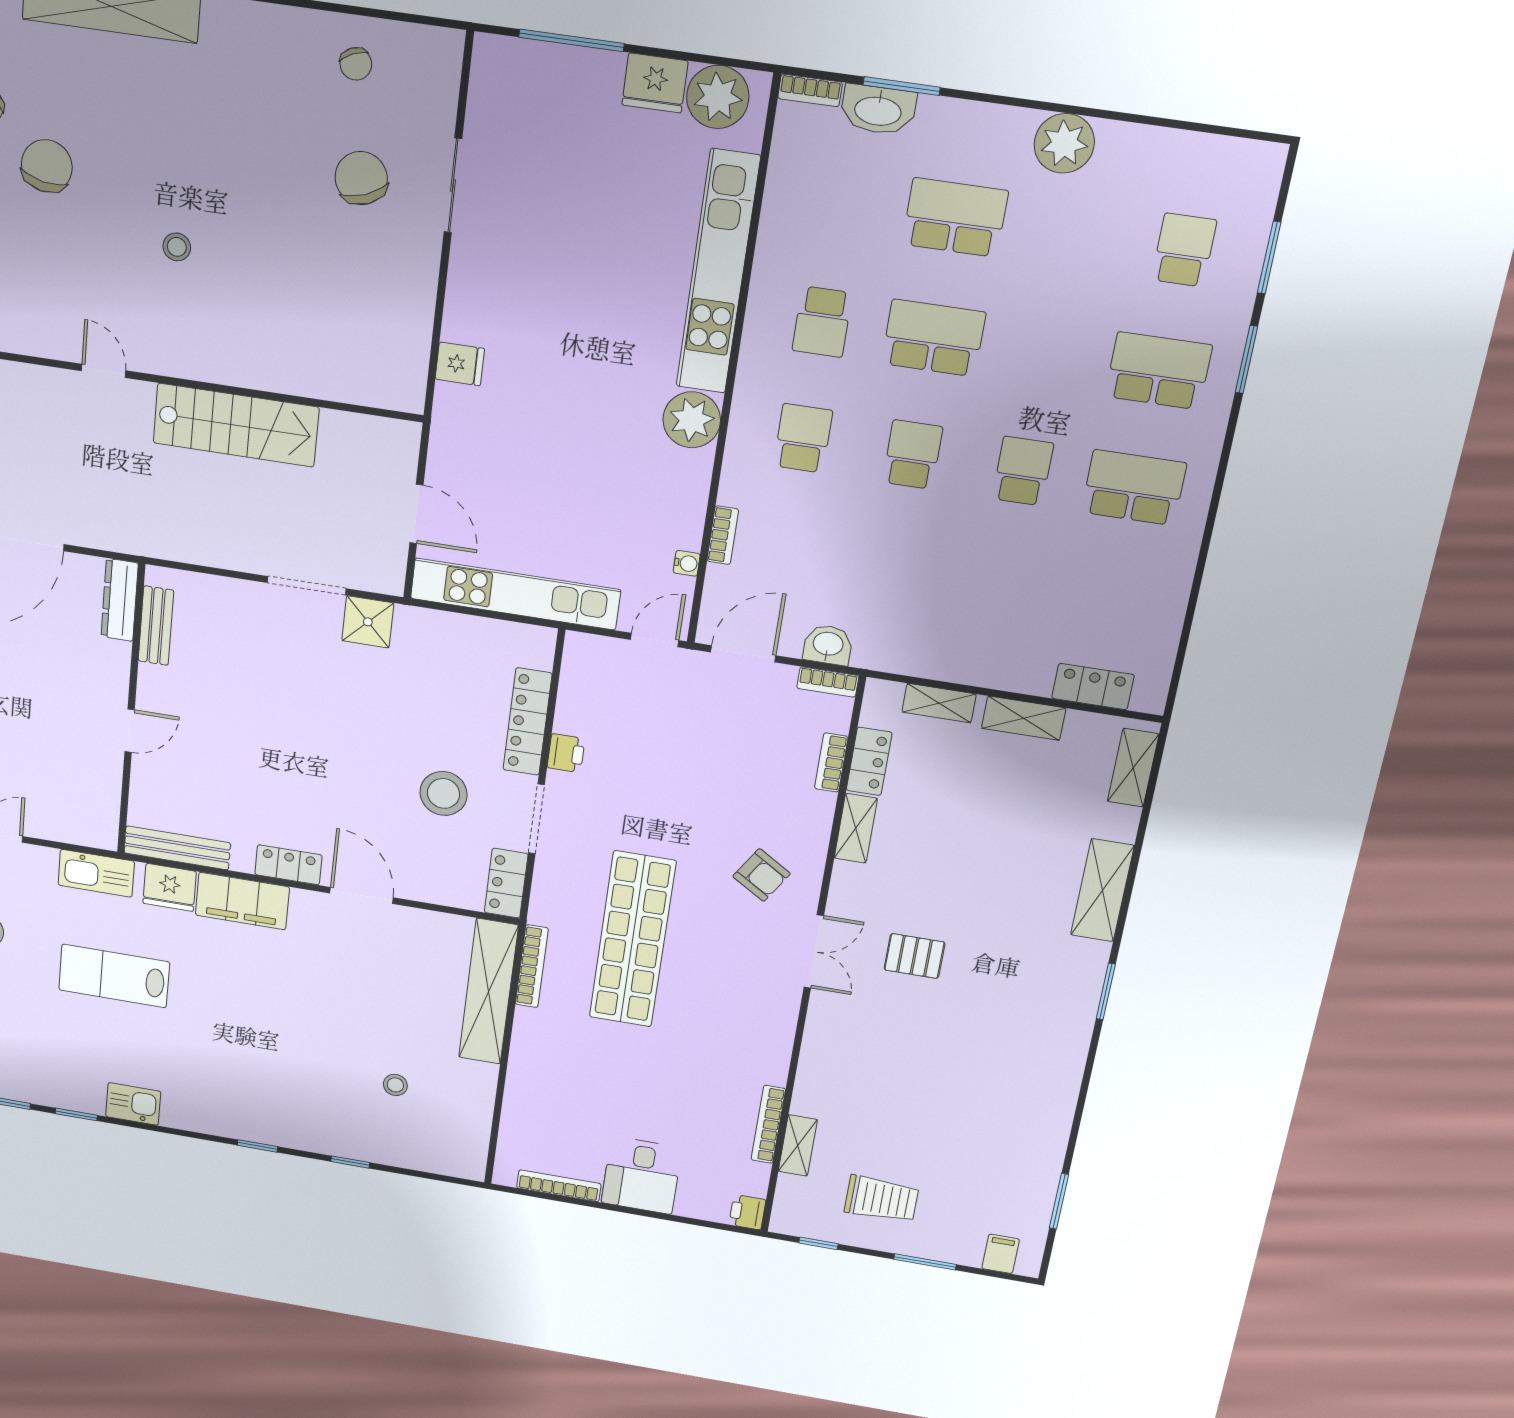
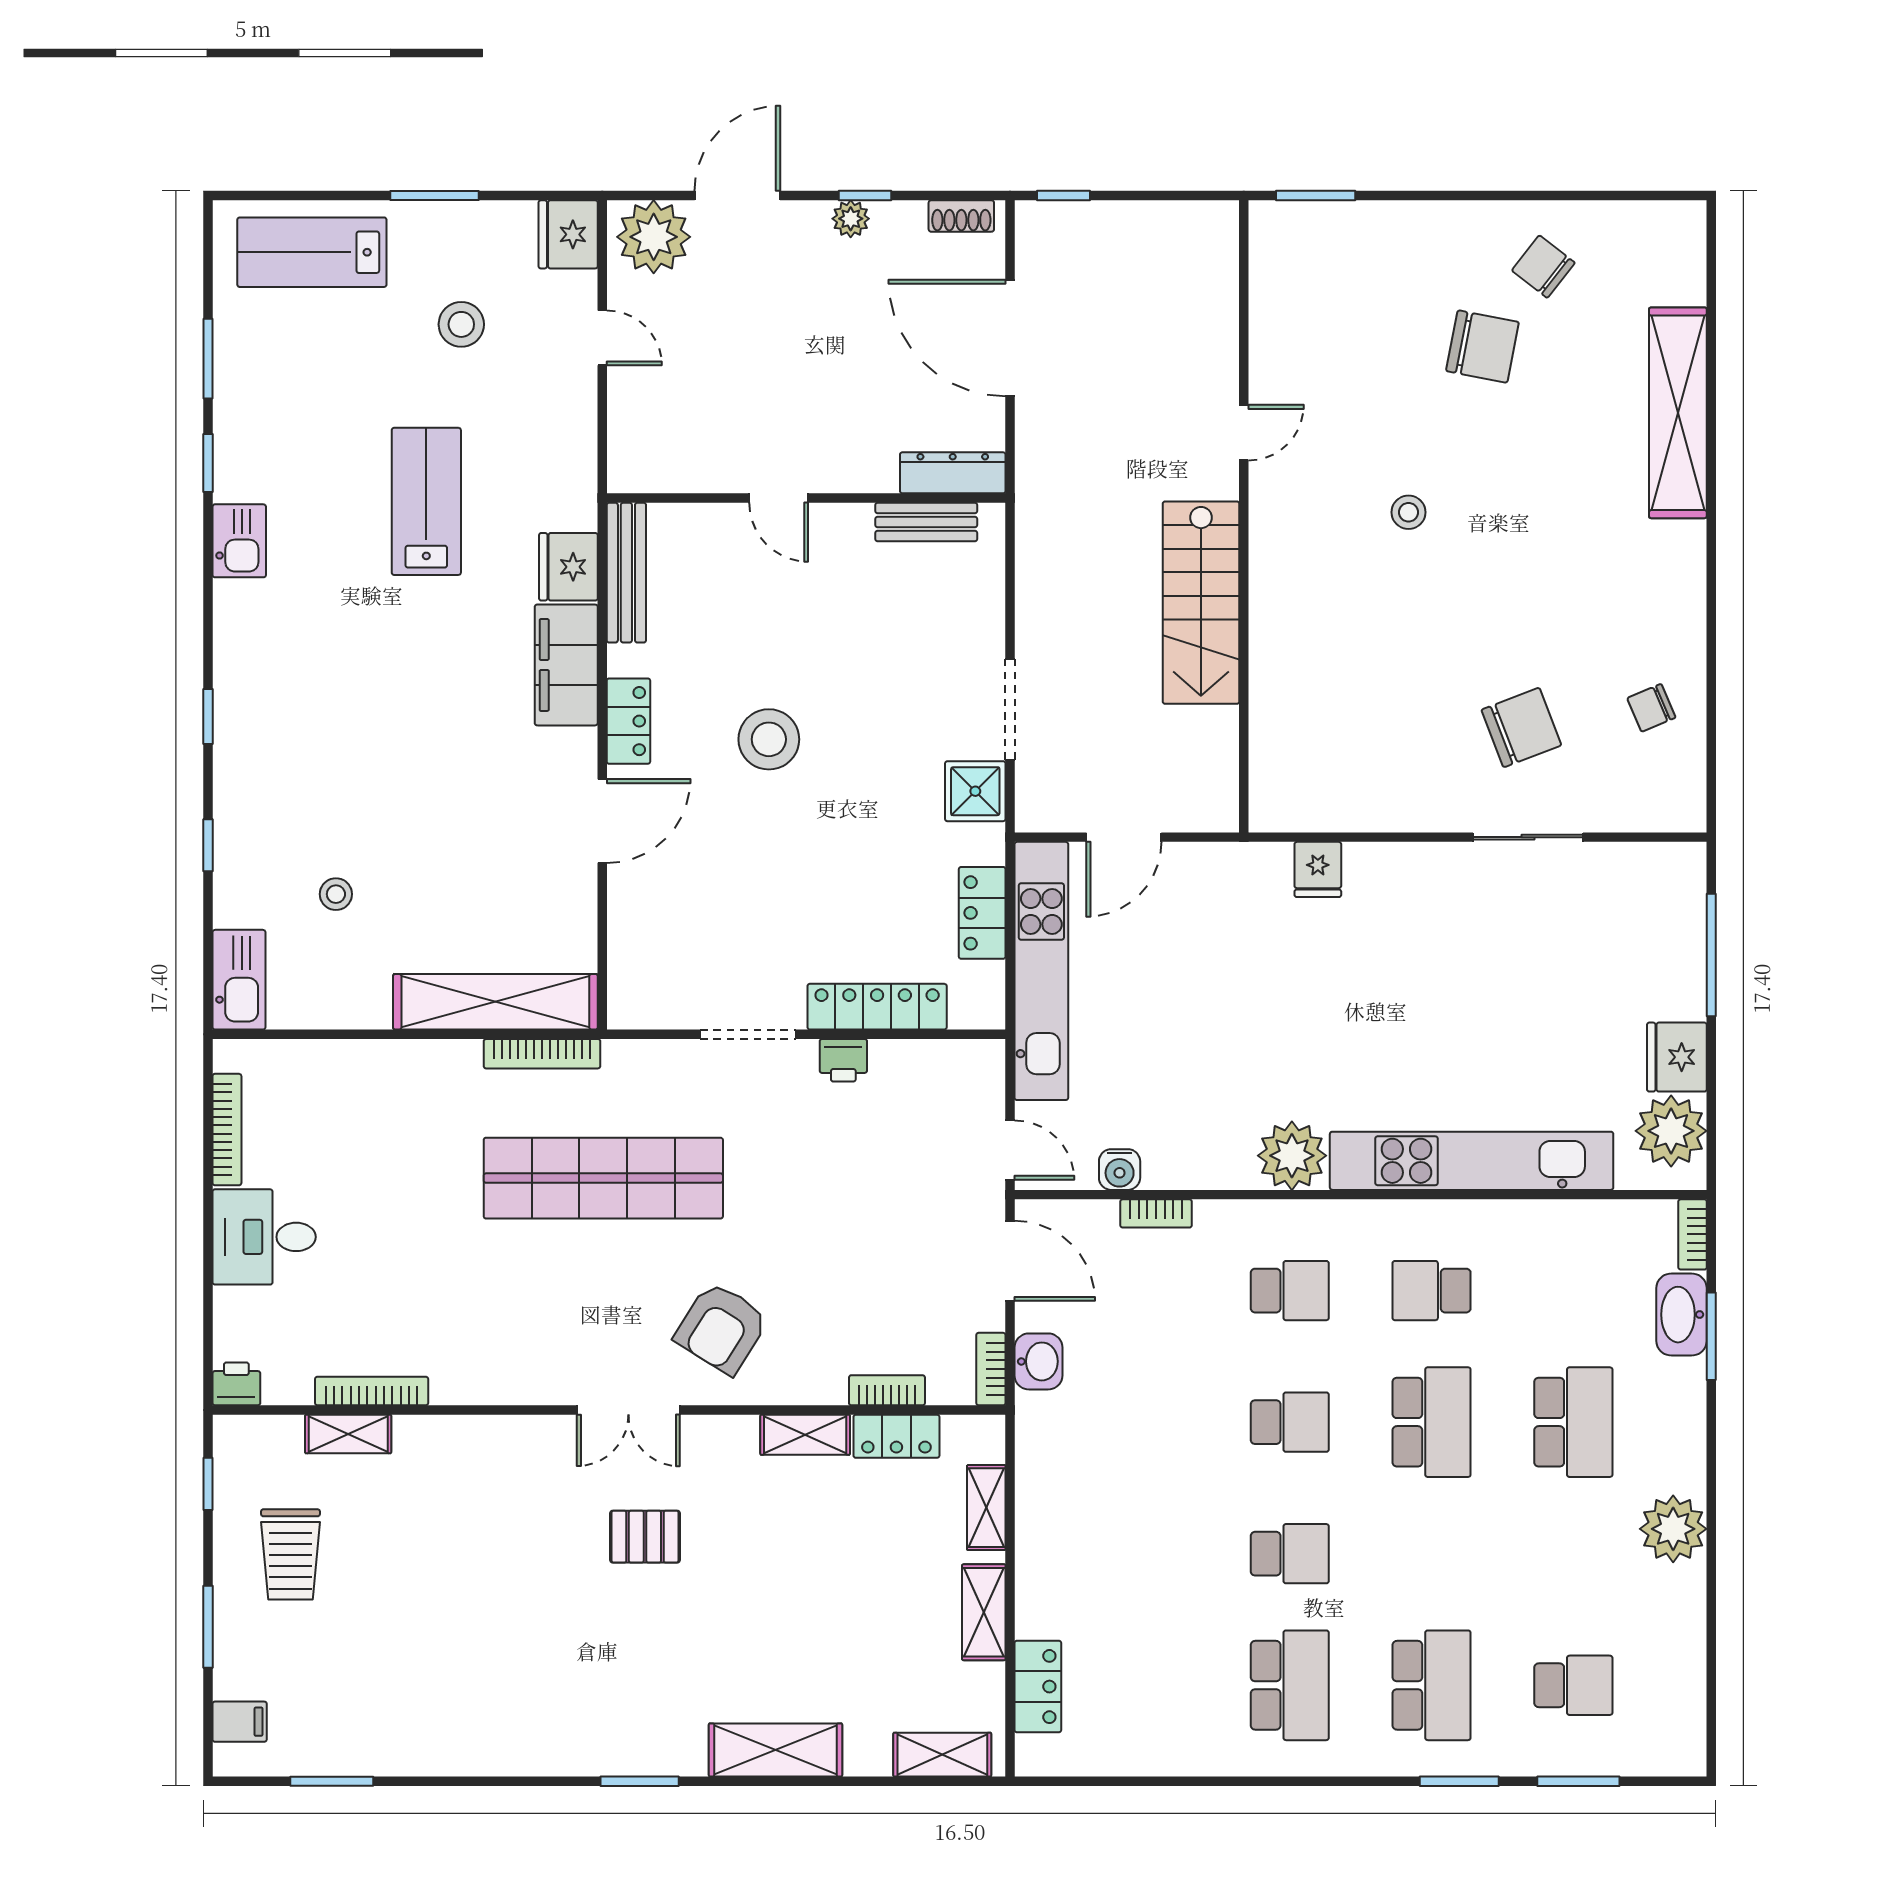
water cooler: (687, 563) -> (1120, 1170), width x1.38, depth x1.38
stool: (444, 793) -> (769, 739), moved
kitchen sink: (96, 873) -> (239, 980), moved, turned 180
armchair: (762, 875) -> (722, 1328), width x1.38, depth x1.38
locker: (506, 883) -> (982, 913), moved, turned -90
pallet: (914, 956) -> (645, 1537), turned 90

